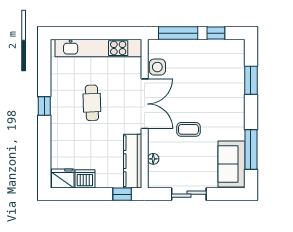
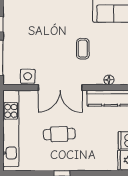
double door: (145, 104) -> (60, 87), swing flipped

